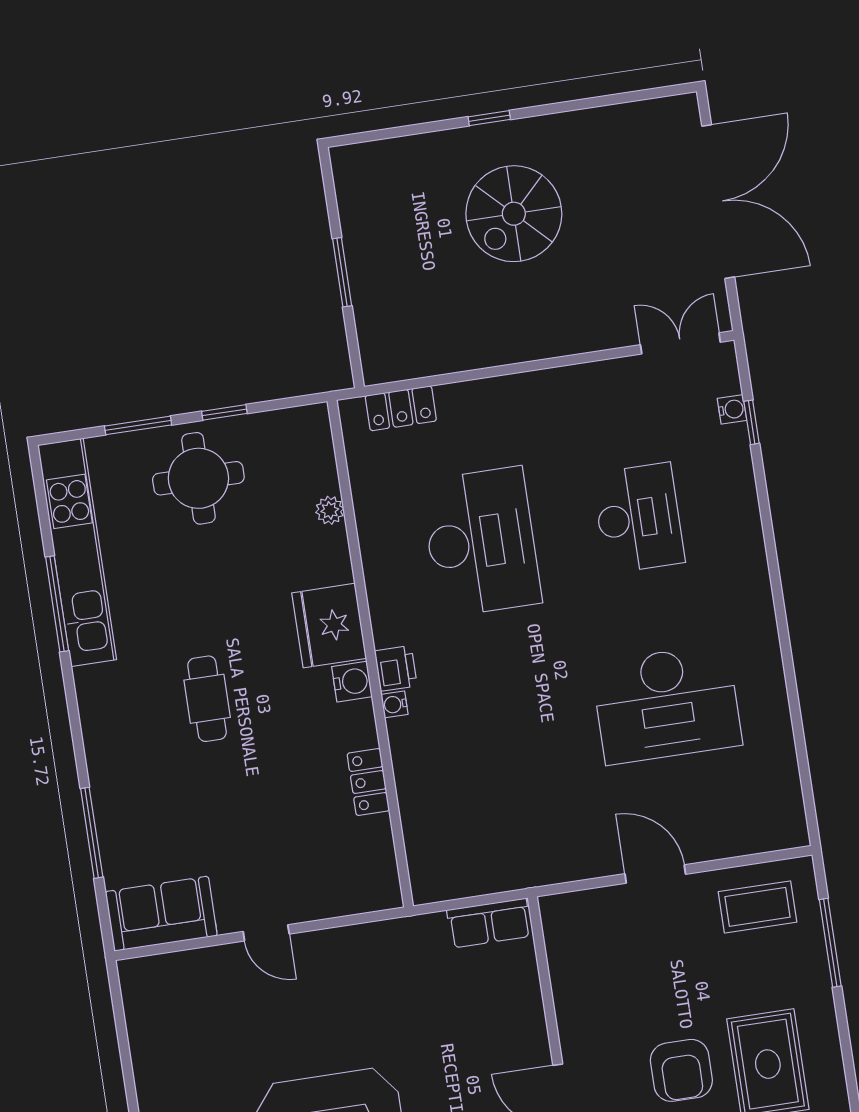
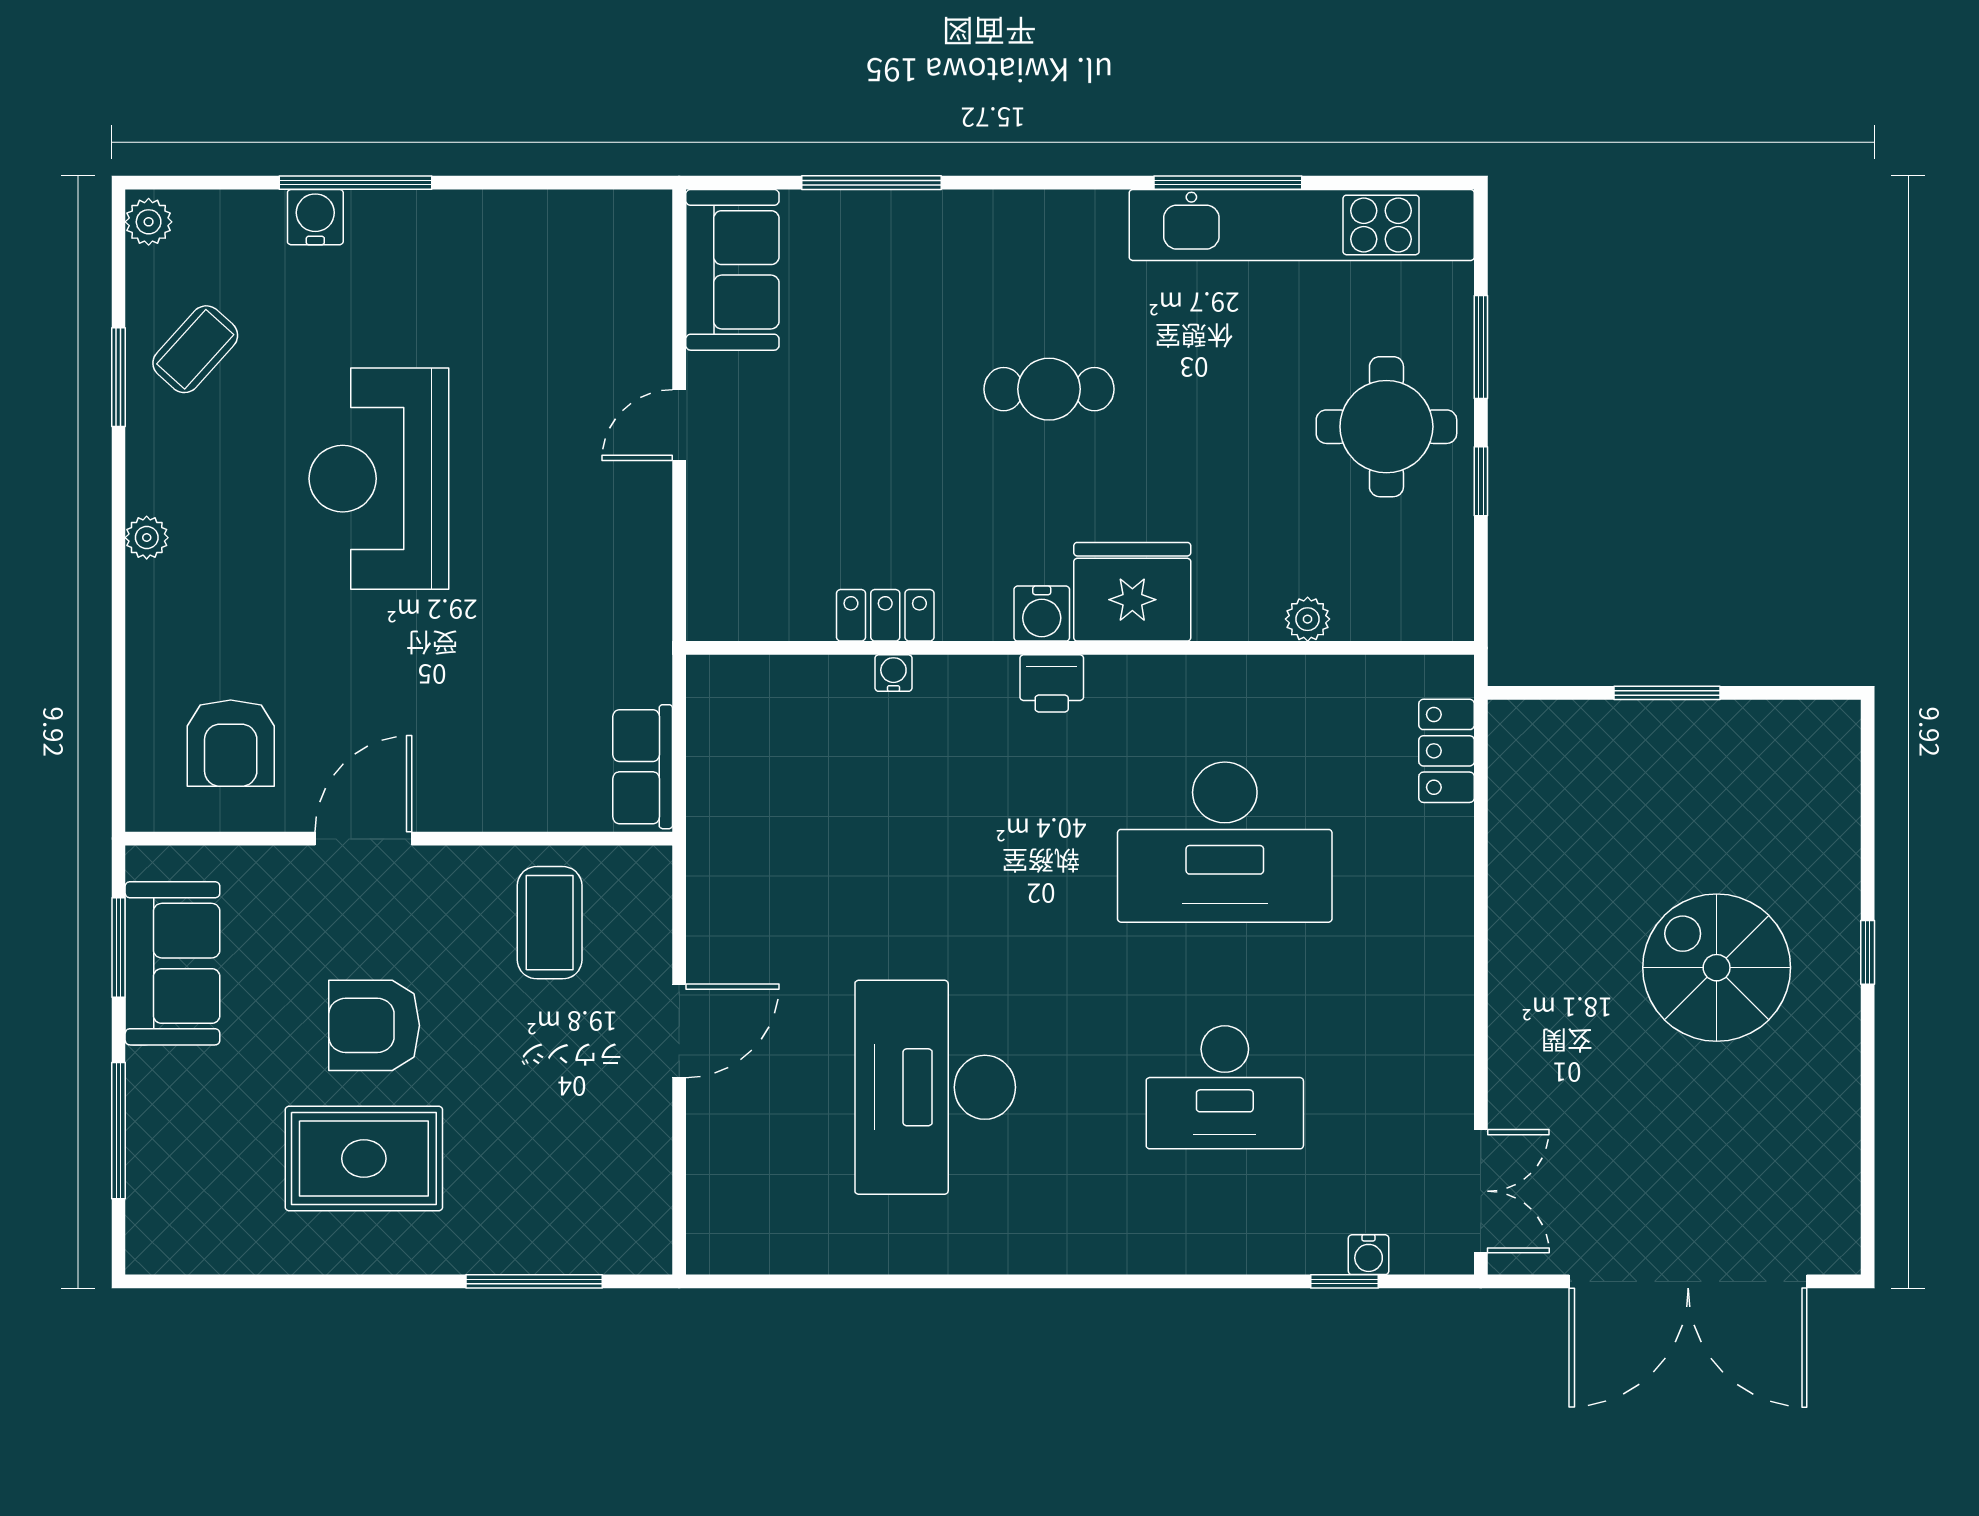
water cooler: (394, 704) -> (893, 673), moved
coffee table: (757, 907) -> (550, 923), moved

